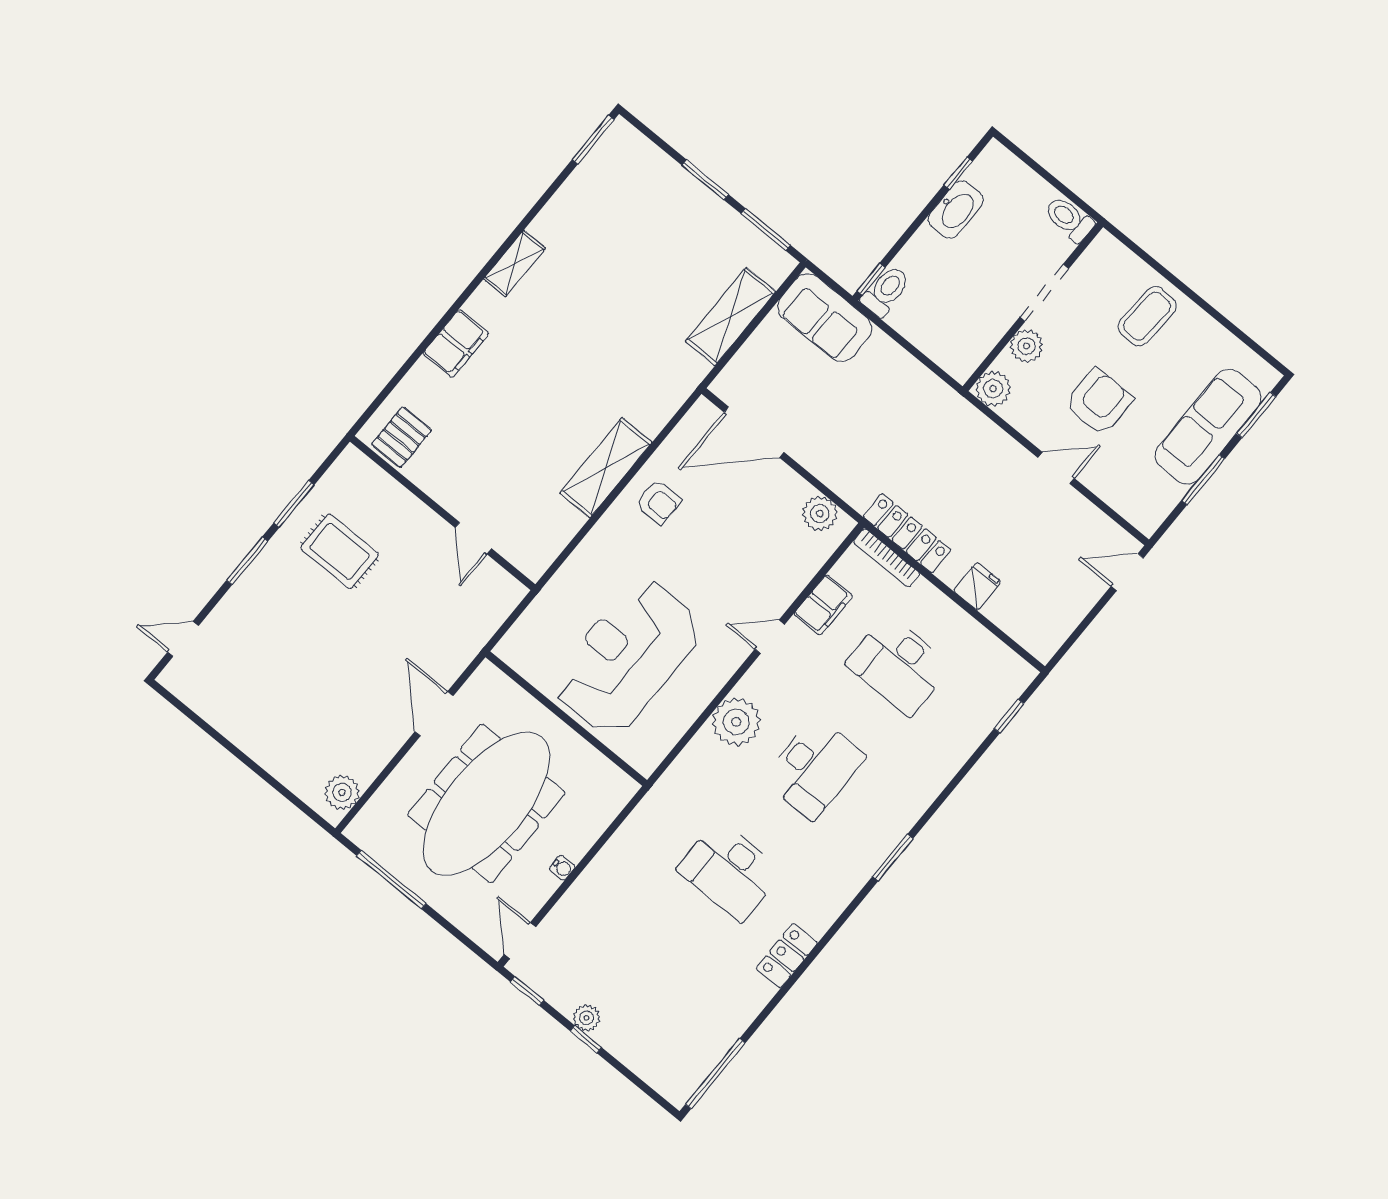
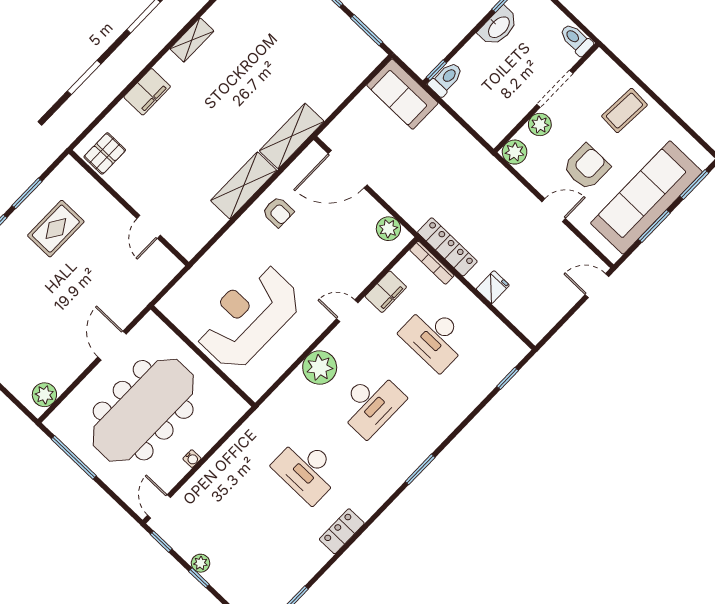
shelving: (731, 317) -> (292, 136), moved
sofa: (1208, 427) -> (646, 197), width x1.36, depth x1.27
rug: (340, 551) -> (56, 229), turned 90

